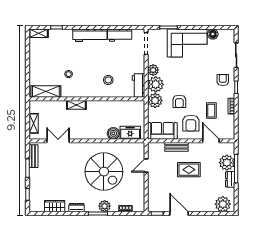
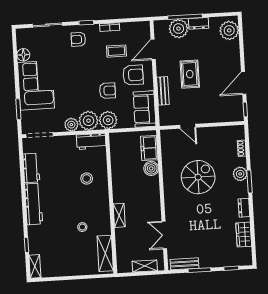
spiral stairs: (104, 172) -> (198, 177), width x0.73, depth x0.73

